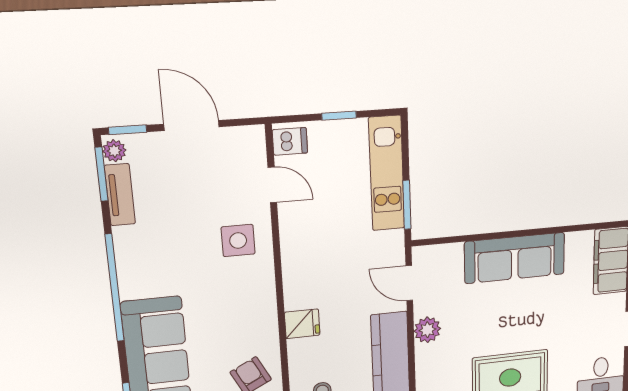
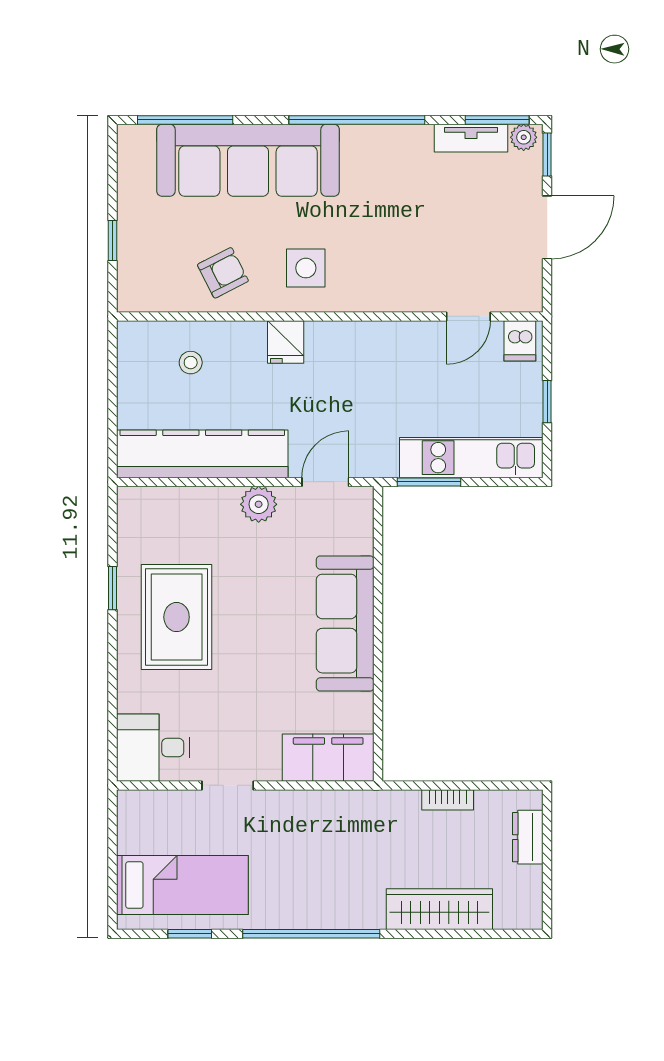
side table: (238, 241) -> (306, 268), moved

